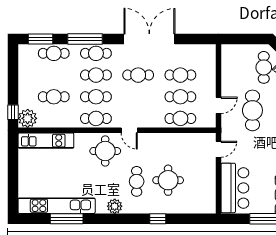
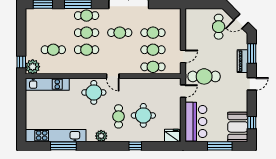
cafe table: (54, 53) -> (53, 16), removed
cafe table: (252, 110) -> (204, 76), moved, turned 90
cafe table: (96, 118) -> (87, 67), removed
fridge: (204, 206) -> (172, 135), added

